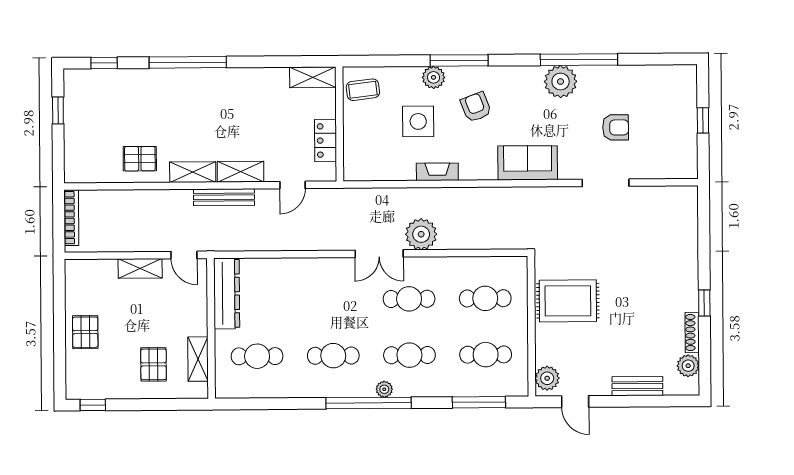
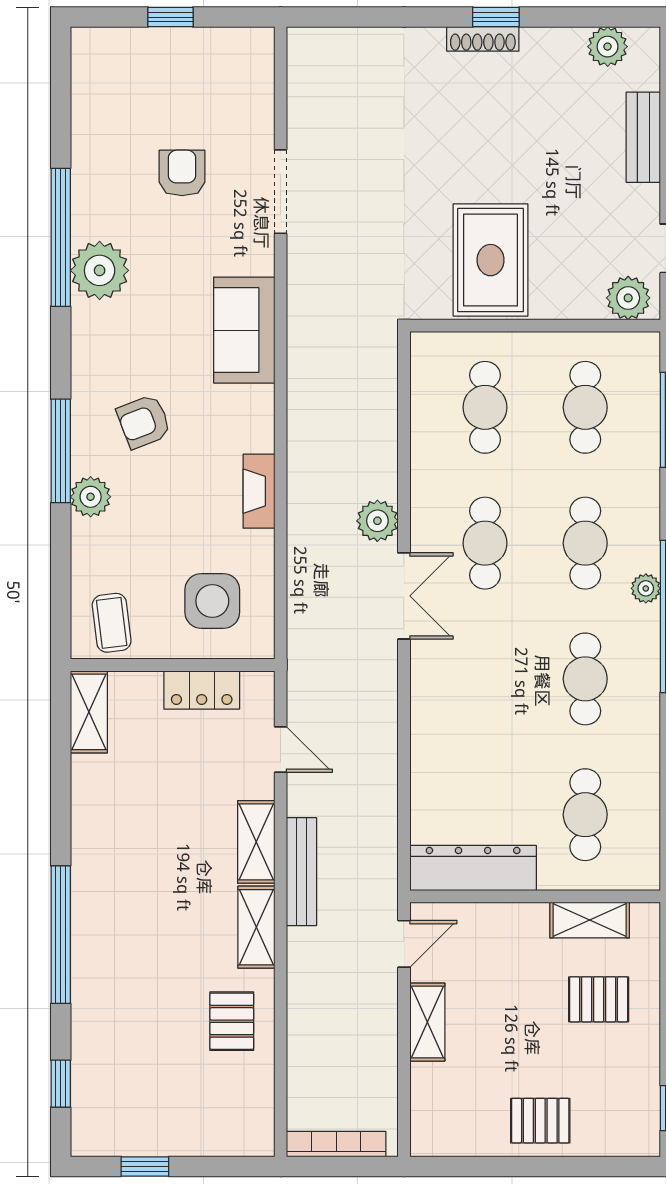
side table: (418, 121) -> (212, 601), moved
plant: (421, 234) -> (377, 521), width x0.73, depth x0.73
shoe rack: (692, 332) -> (483, 39), moved

